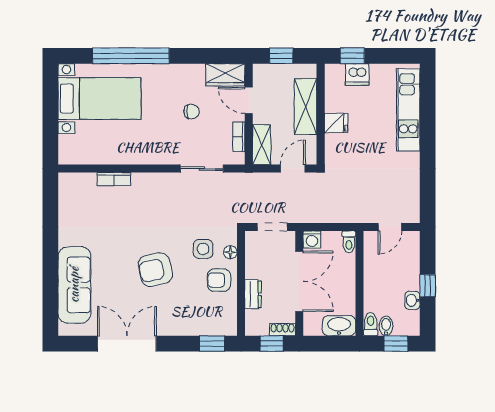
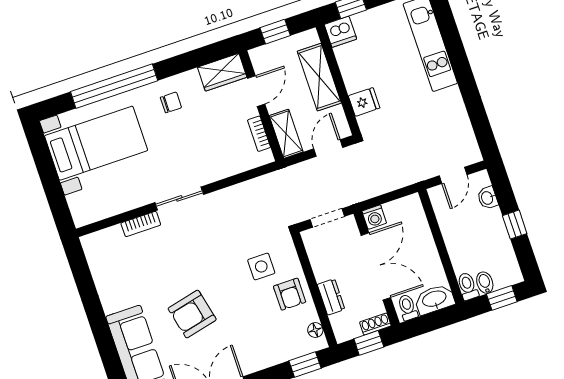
dishwasher: (357, 74) -> (340, 32), moved
door: (249, 100) -> (256, 91), swing flipped
chair: (192, 112) -> (171, 102), moved
fridge: (336, 123) -> (364, 102), moved
sliding door: (202, 169) -> (179, 198), moved
toilet: (349, 242) -> (408, 307), moved, turned 180
floor lamp: (230, 252) -> (315, 330), moved
armchair: (155, 270) -> (192, 314), moved
armchair: (219, 280) -> (290, 294), turned -90
washbasin: (412, 300) -> (488, 198), moved

